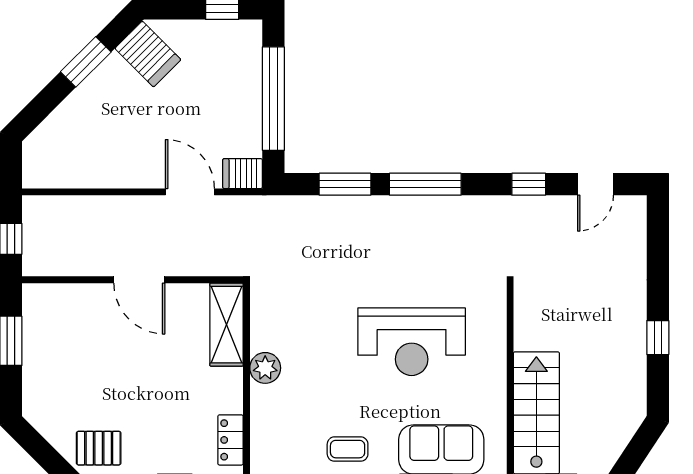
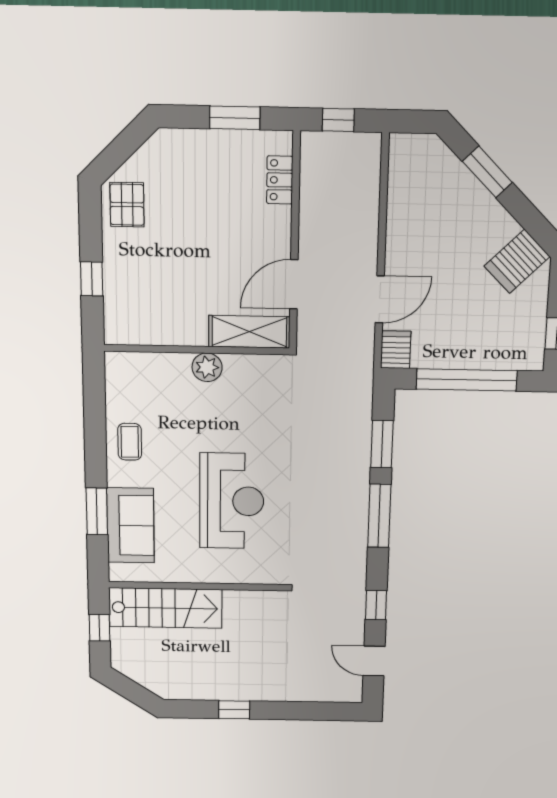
window: (86, 62) -> (487, 172), moved
door: (139, 280) -> (294, 284), moved
reception desk: (412, 342) -> (232, 501), turned 180
locker: (230, 440) -> (280, 180), moved, turned -90

